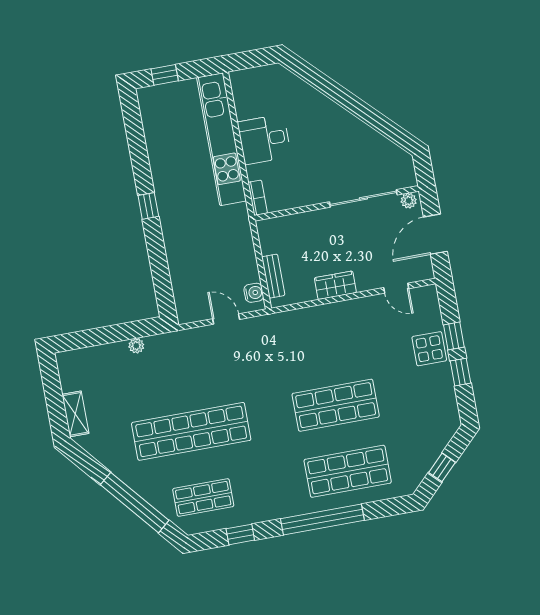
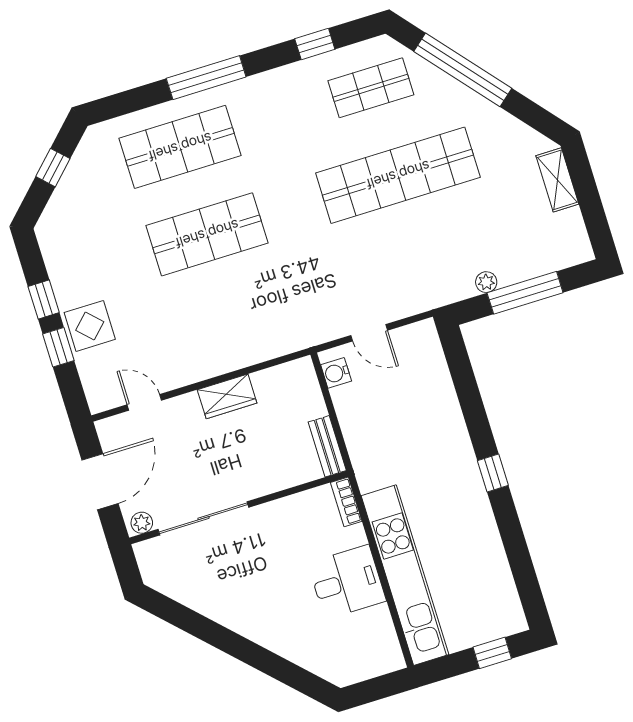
bench: (273, 276) -> (327, 446), moved
window: (109, 335) -> (525, 293), added
window: (322, 519) -> (206, 78), width x0.68

